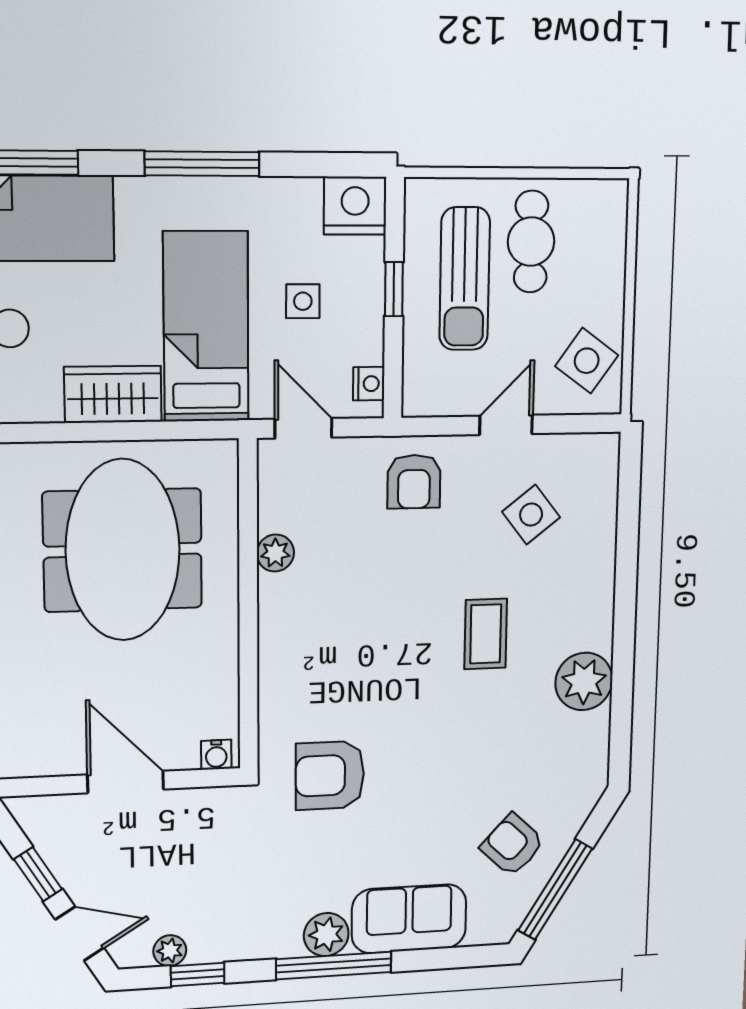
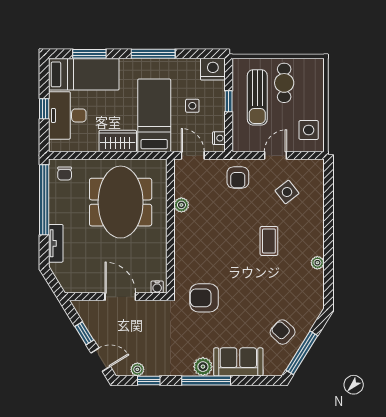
side table: (587, 361) -> (309, 130), turned -36
plant: (584, 681) -> (317, 263), width x0.53, depth x0.53

